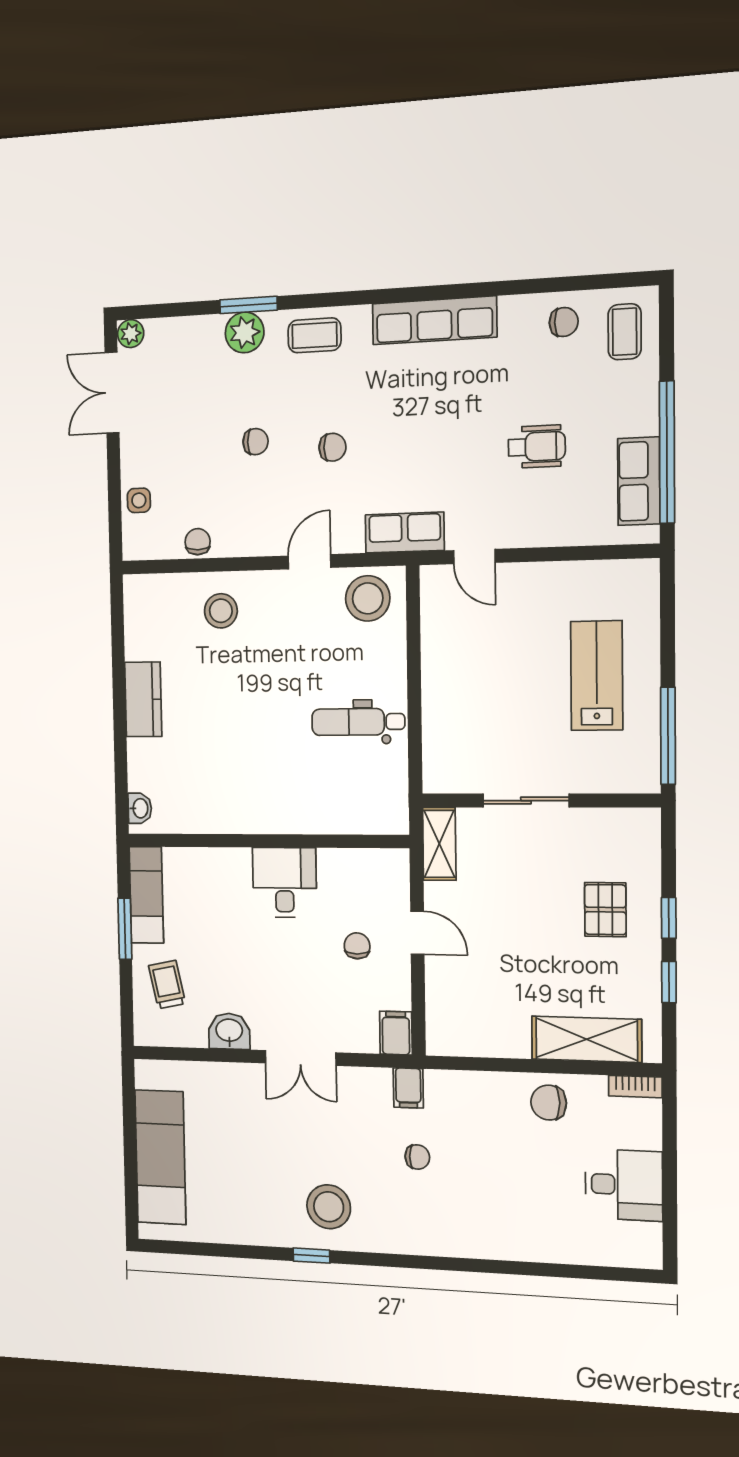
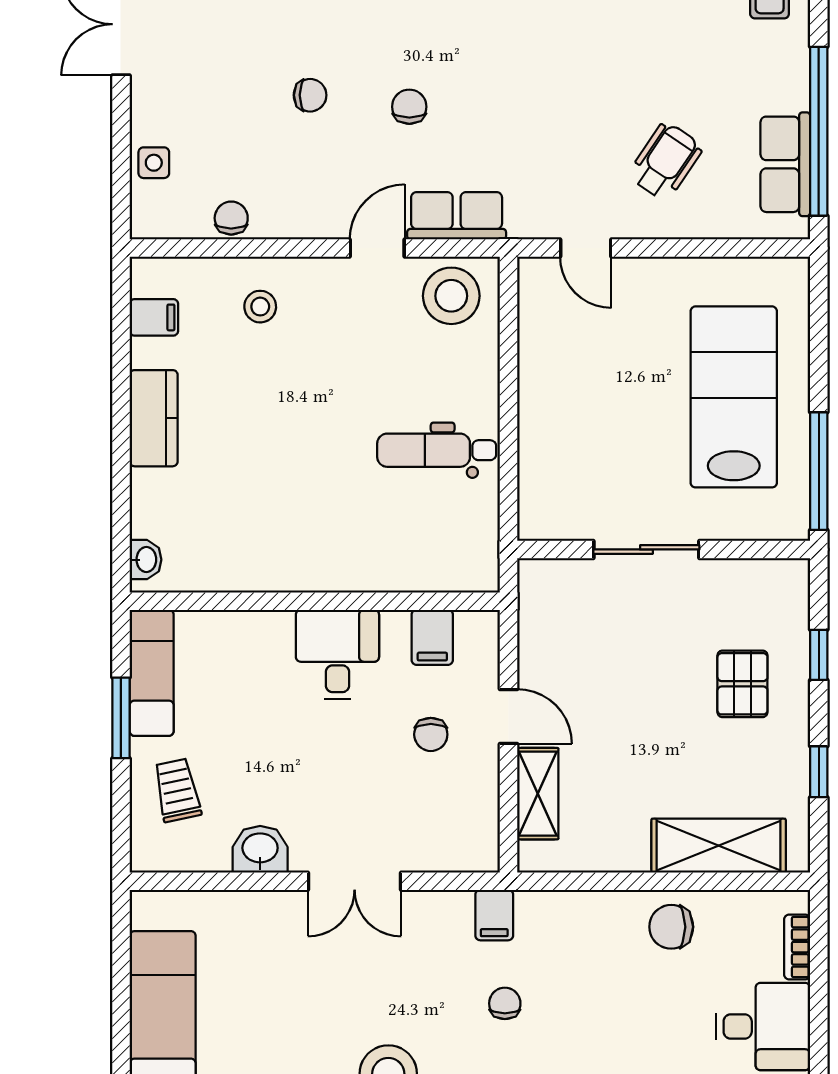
chair: (332, 447) -> (409, 107), turned -90
wheelchair: (537, 447) -> (665, 161), moved, turned -56
row of seats: (405, 533) -> (457, 216), moved
stool: (221, 611) -> (260, 307), width x0.73, depth x0.73
filing cabinet: (142, 621) -> (154, 317), added
lab bench: (597, 676) -> (734, 397), width x1.36, depth x1.39
shelving: (439, 844) -> (538, 794), moved
window: (669, 918) -> (819, 655), moved
chair: (357, 946) -> (431, 734), turned 180
filing cabinet: (396, 1033) -> (432, 637), moved, turned 180
bookcase: (635, 1087) -> (797, 947), moved, turned 90
chair: (417, 1157) -> (505, 1003), turned -90

